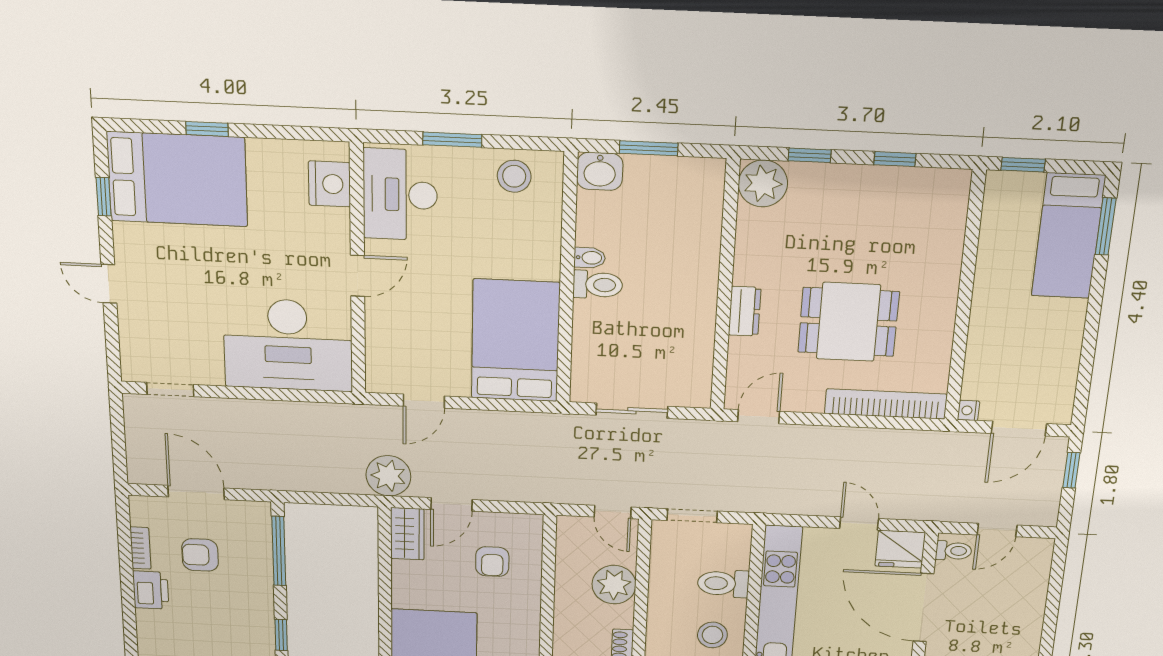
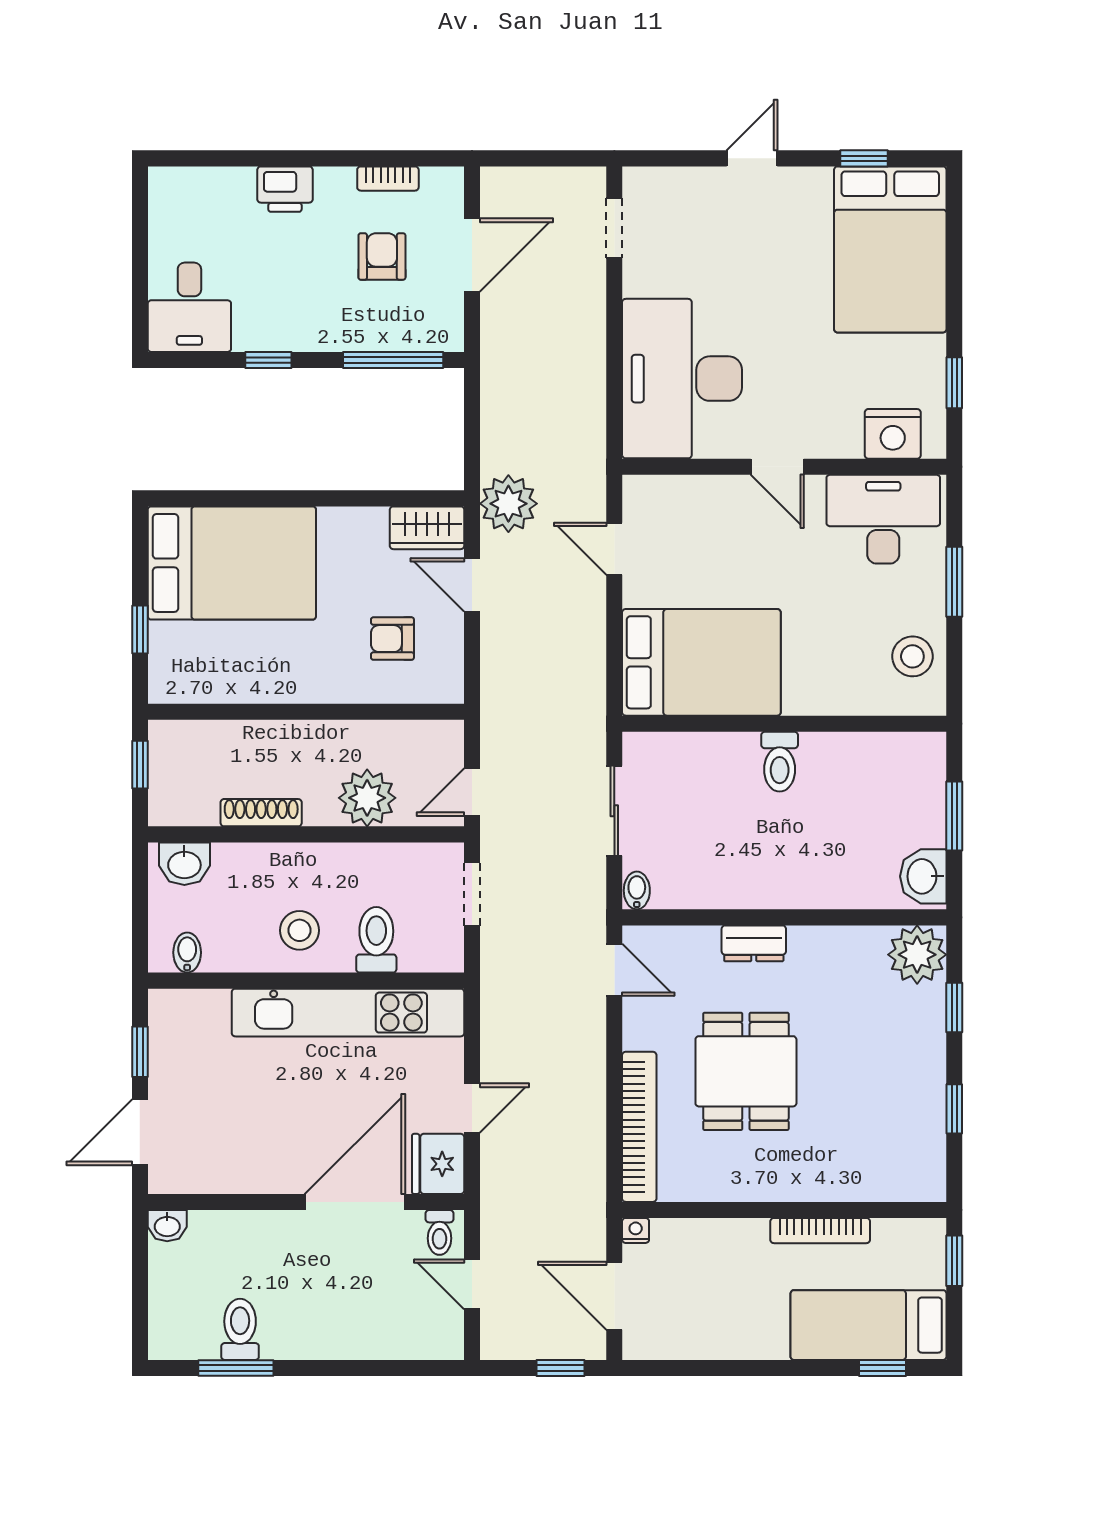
window: (207, 129) -> (954, 383), moved
washbasin: (600, 171) -> (923, 876), moved
window: (1106, 226) -> (882, 1368), width x0.67
bidet: (590, 258) -> (637, 890), moved, turned 180
bookcase: (985, 271) -> (820, 1231), added
printer: (151, 590) -> (285, 189), moved

